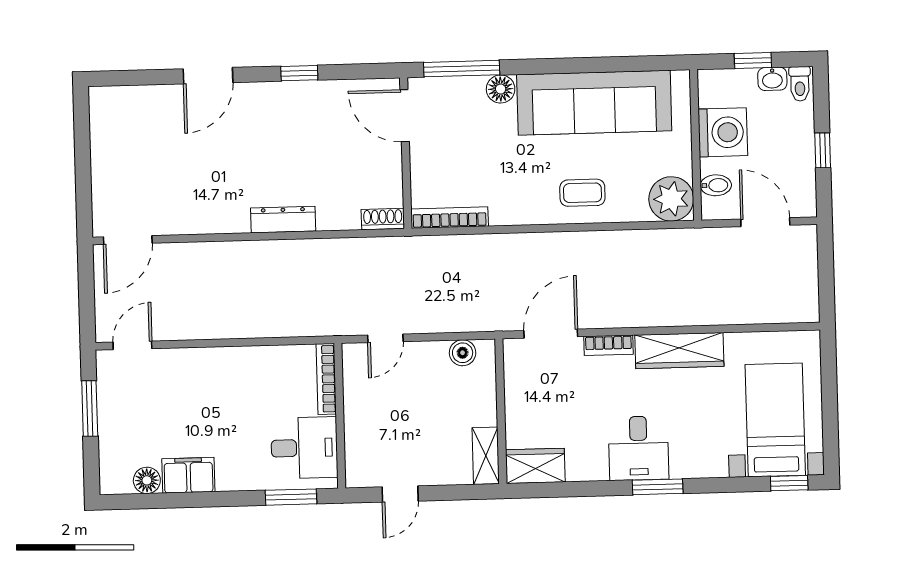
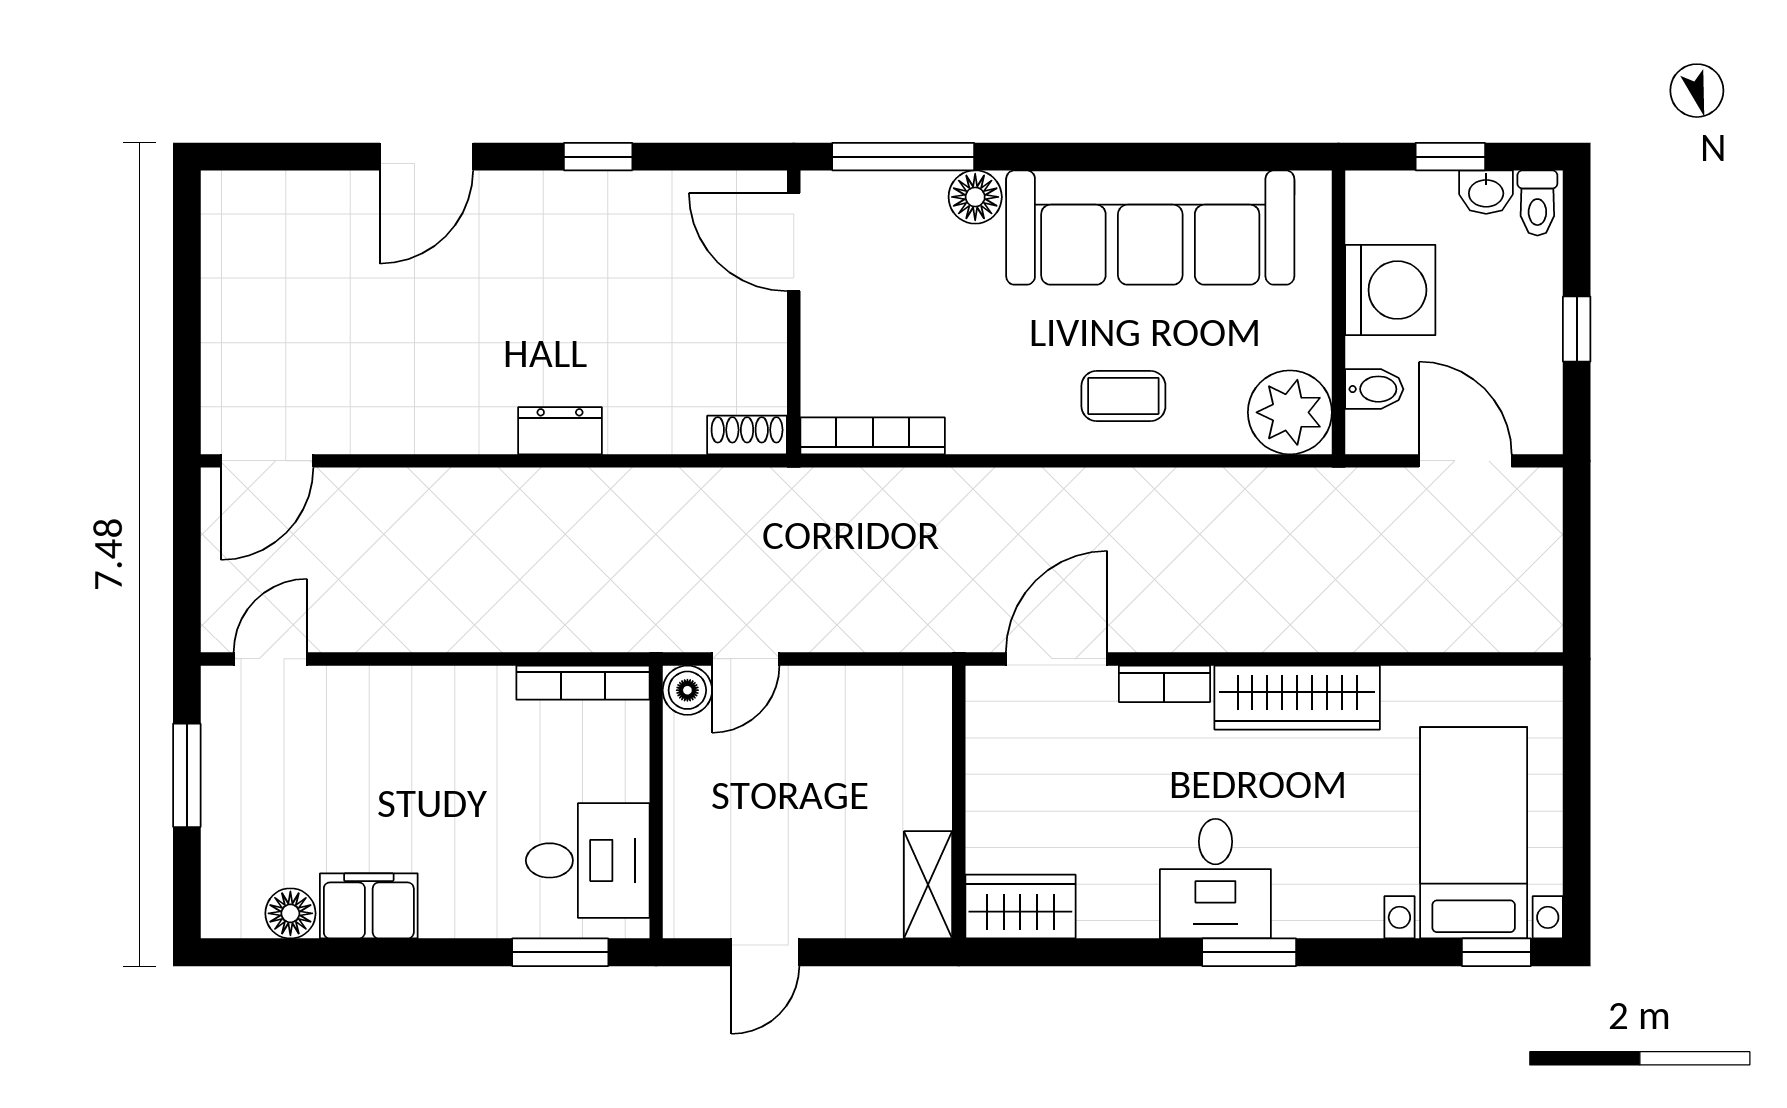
dresser: (283, 220) -> (560, 431), width x0.70
boiler: (463, 353) -> (687, 690), moved
bookcase: (326, 379) -> (583, 683), moved, turned -90

